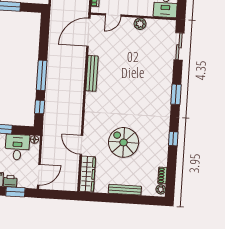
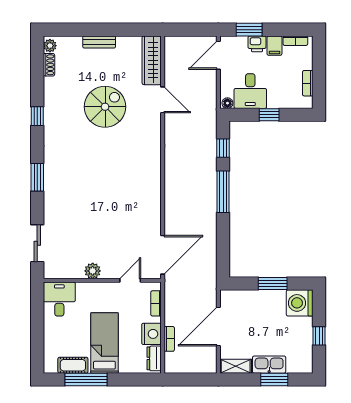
bench: (92, 73) -> (154, 199), removed
spiral stairs: (124, 142) -> (105, 107), turned -90
bench: (125, 190) -> (99, 42), width x0.73

